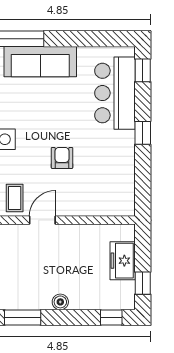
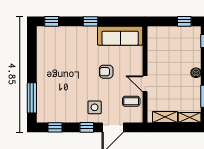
sofa: (40, 62) -> (120, 36), moved, turned 90
bar counter: (115, 93) -> (66, 39), removed
freezer: (123, 261) -> (170, 34), removed

